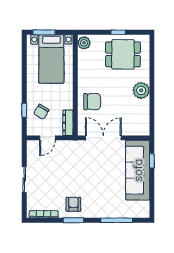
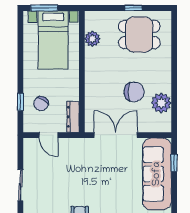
plant: (84, 43) -> (92, 39), moved
plant: (141, 90) -> (161, 103), moved
chair: (92, 102) -> (134, 92), moved
door: (47, 138) -> (48, 135), hinge flipped

